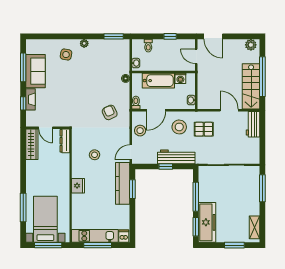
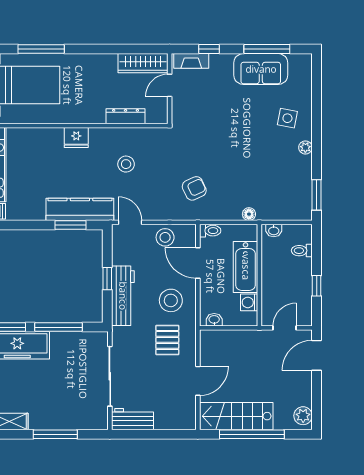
fireplace: (30, 99) -> (191, 61), moved
workbench: (253, 124) -> (132, 419), moved
dresser: (65, 141) -> (126, 116), moved
window: (262, 188) -> (55, 434), moved

